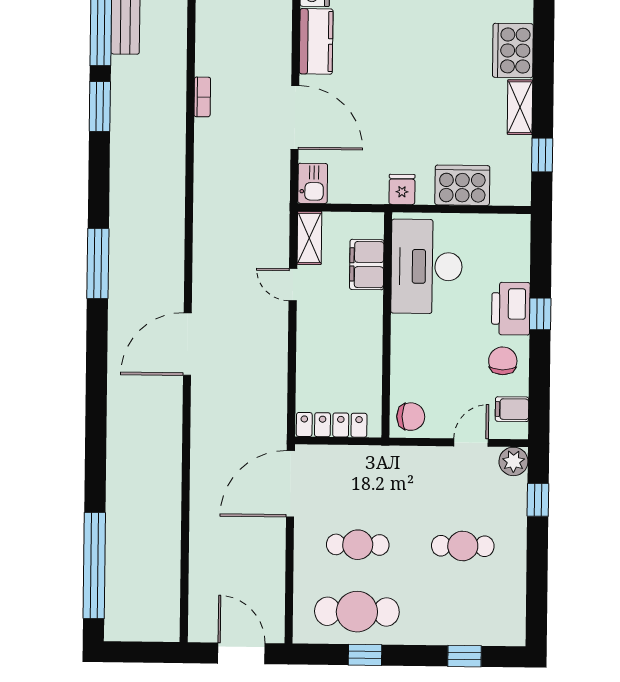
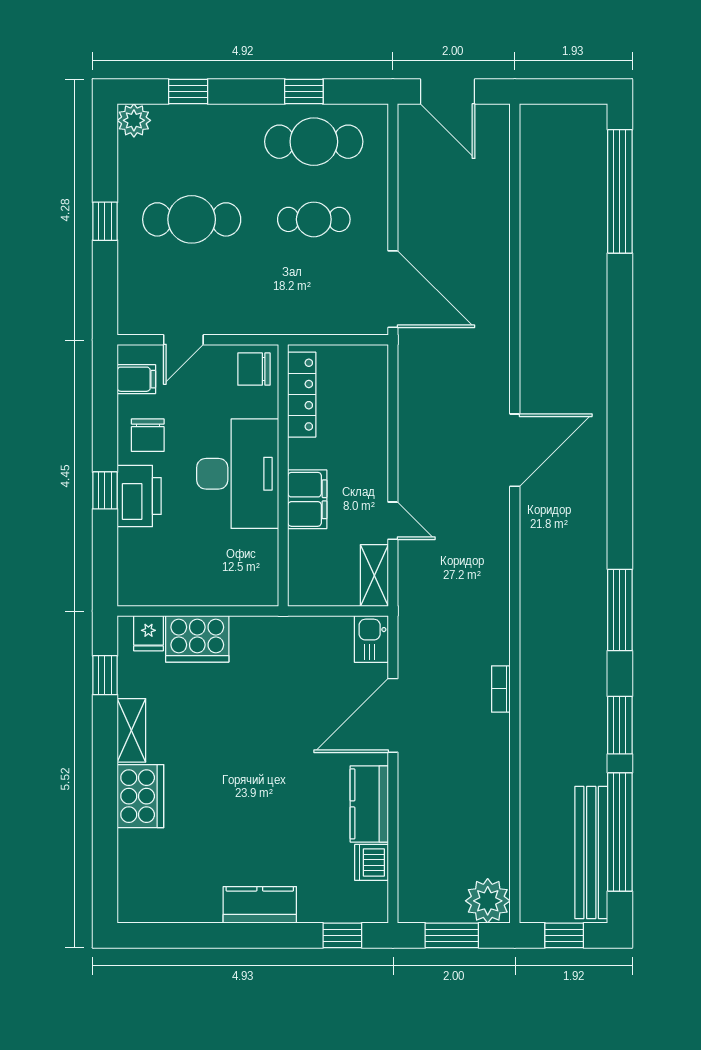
bookcase: (202, 97) -> (501, 689), moved
door: (295, 117) -> (393, 715), hinge flipped
fridge: (402, 189) -> (148, 633), moved
window: (98, 264) -> (620, 610), moved
filing cabinet: (367, 265) -> (307, 499), moved
desk: (427, 266) -> (238, 474), moved
locker: (332, 425) -> (302, 395), moved, turned -90
plant: (513, 461) -> (134, 120), moved
door: (290, 484) -> (393, 289), hinge flipped
window: (538, 500) -> (105, 221), moved
cafe table: (463, 546) -> (192, 219), width x1.37, depth x1.35

